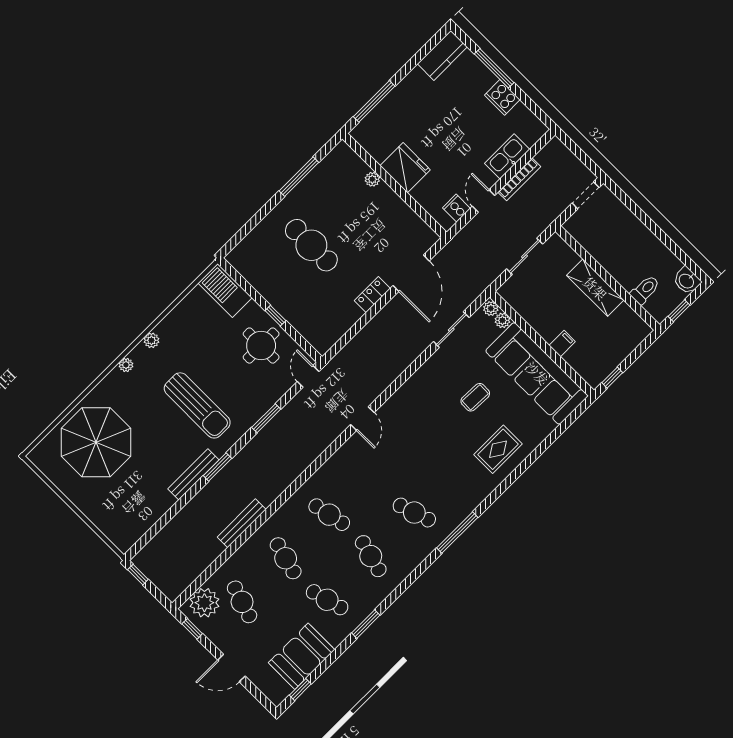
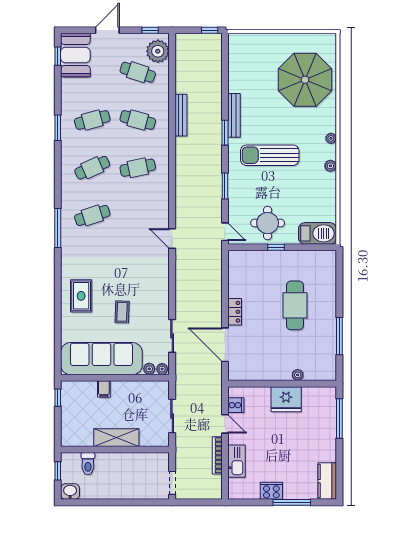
cafe table: (311, 245) -> (295, 305), turned 90
cafe table: (371, 556) -> (92, 168), turned -39
booth: (302, 656) -> (75, 55), moved

